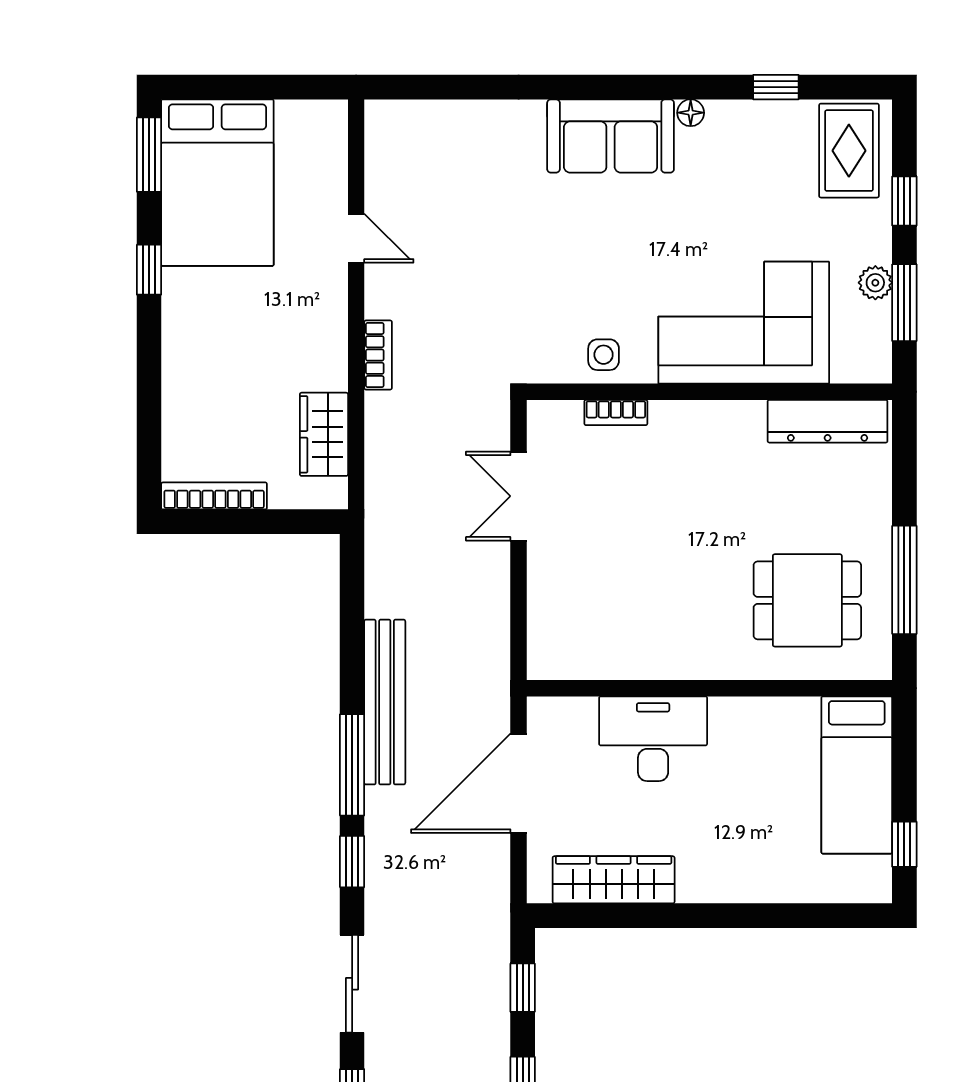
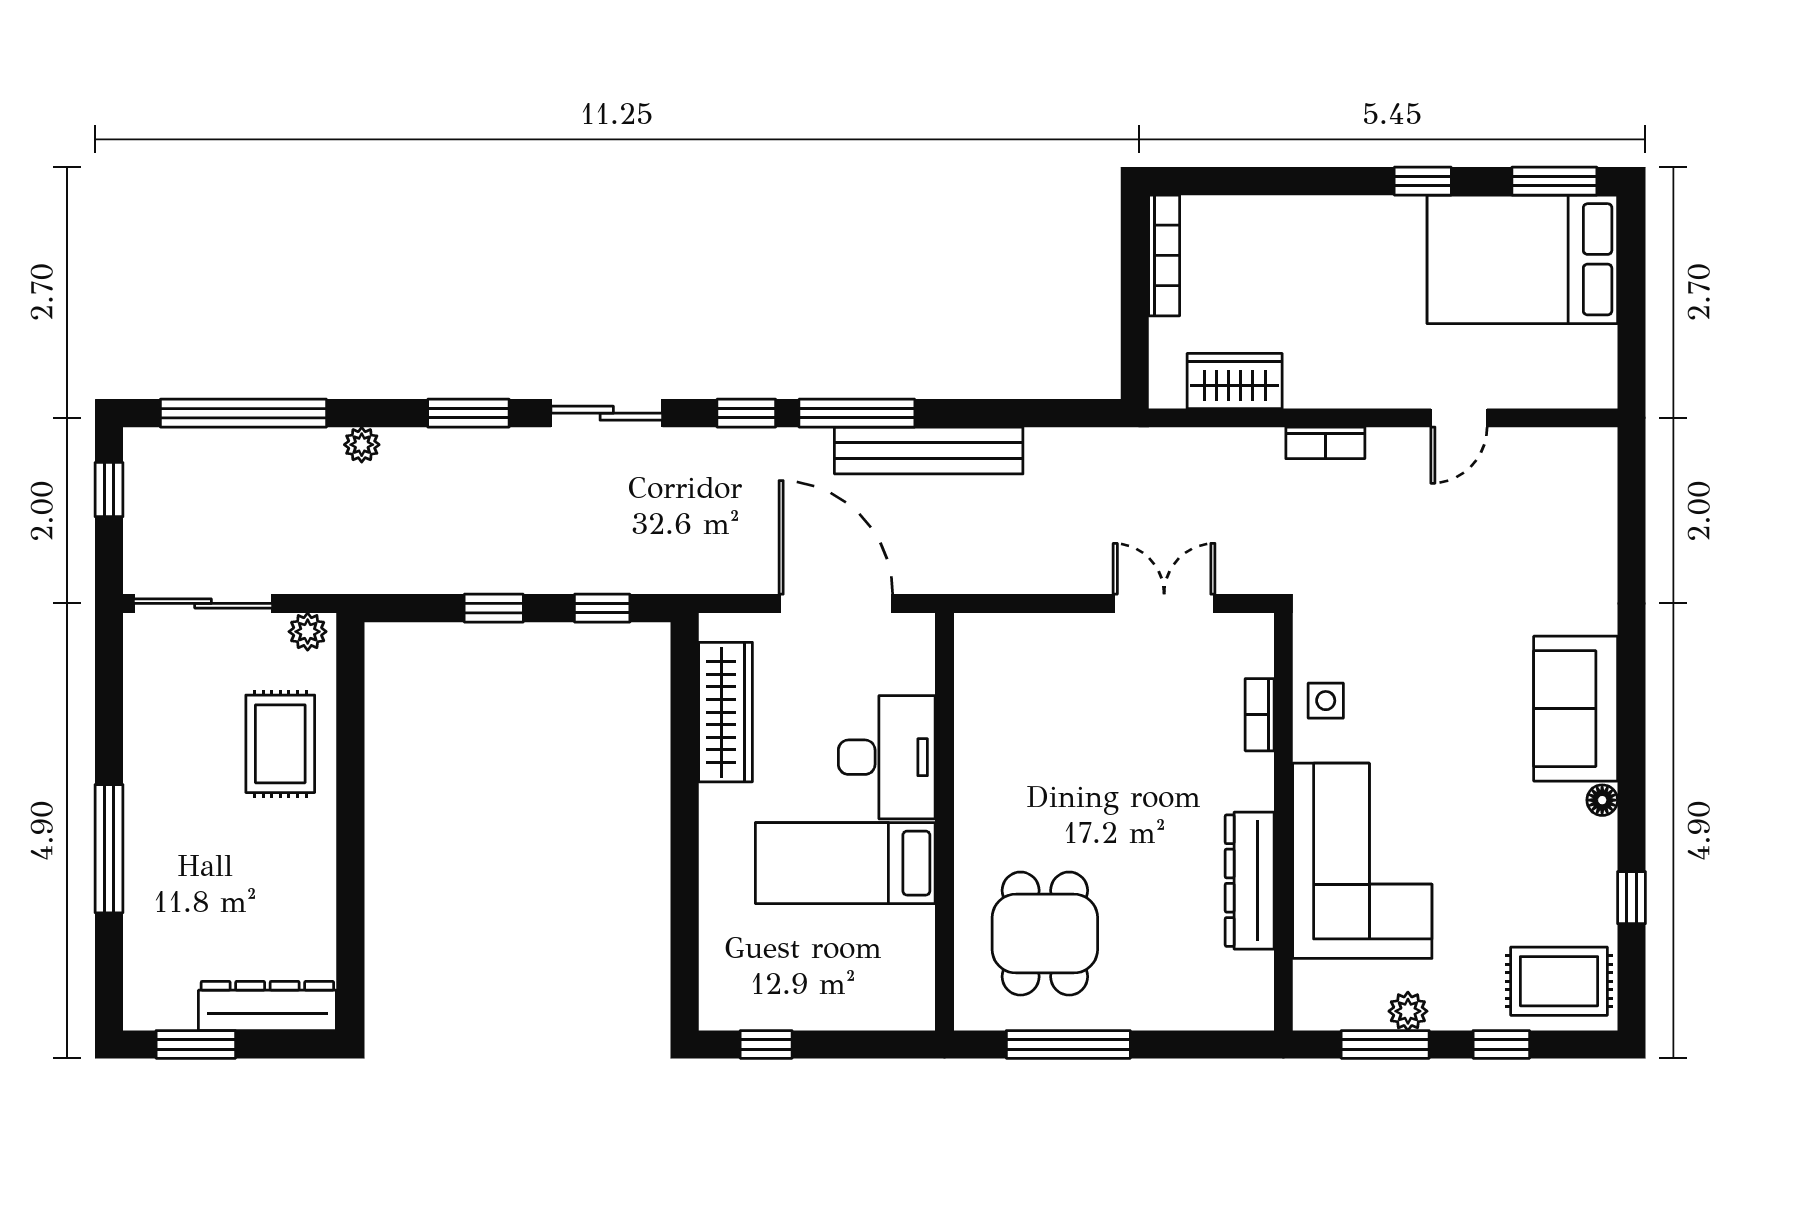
dresser: (828, 421) -> (1250, 881), moved
bed: (857, 775) -> (845, 863), moved

